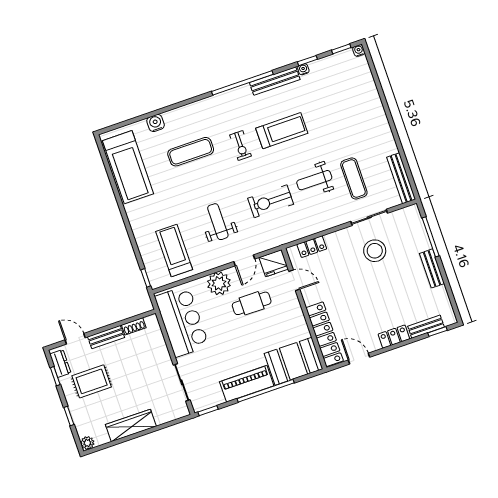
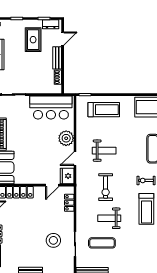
weight bench: (314, 180) -> (109, 218), turned -90
exercise bike: (271, 201) -> (106, 187), turned 180
treadmill: (174, 250) -> (104, 110), moved
door: (244, 260) -> (75, 159), hinge flipped
cafe table: (252, 303) -> (47, 154), removed

